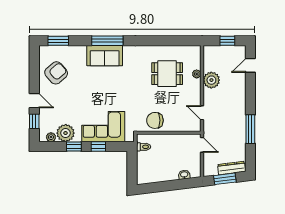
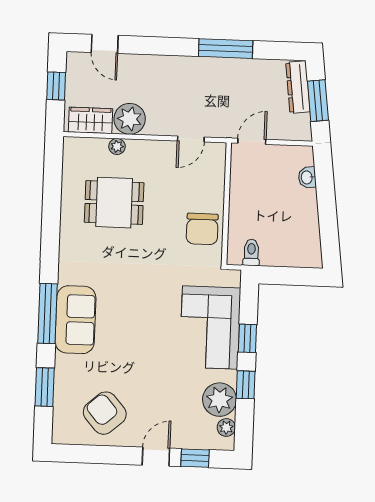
window: (58, 41) -> (45, 387), moved
wardrobe: (210, 59) -> (91, 120), added
dining table: (167, 74) -> (114, 203), turned 90

